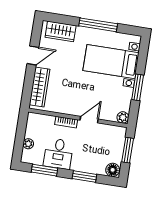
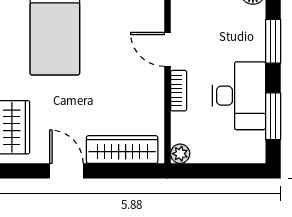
plant: (28, 144) -> (180, 154), moved
desk: (58, 154) -> (239, 96), width x1.37

